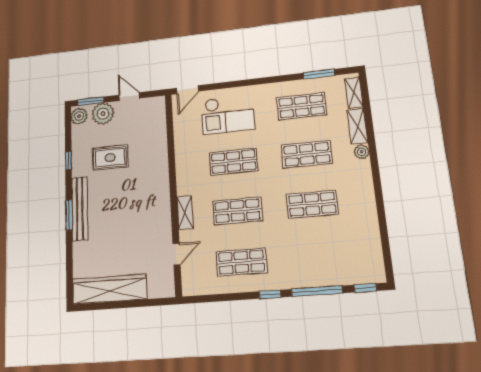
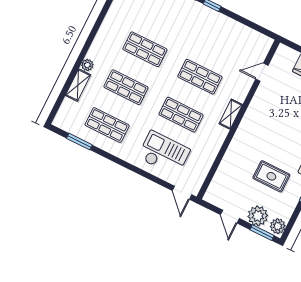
door: (188, 90) -> (182, 193), swing flipped
shelving: (354, 93) -> (64, 111), removed
shelving: (185, 213) -> (231, 114), moved
shop shelf: (241, 262) -> (219, 39), removed

